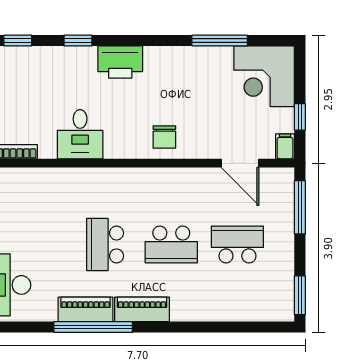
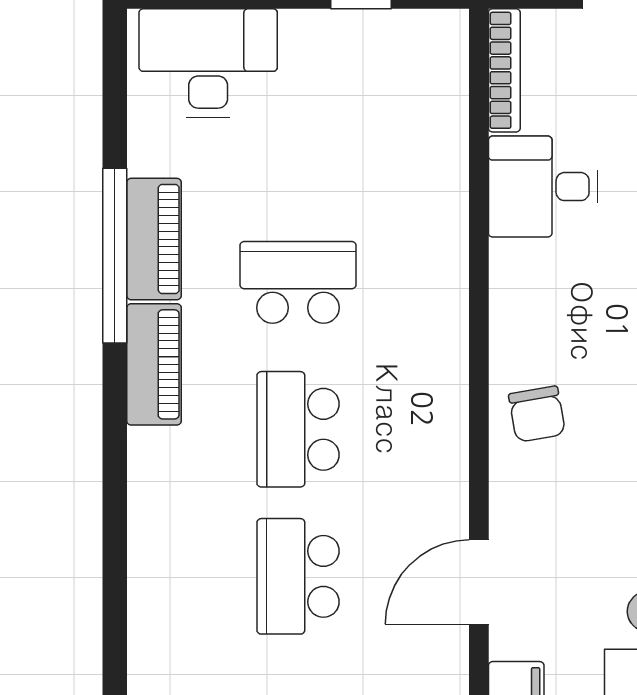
desk: (80, 134) -> (543, 187), moved
chair: (164, 137) -> (537, 414), turned -100
school desk: (237, 244) -> (298, 576), turned 180

